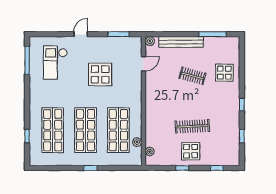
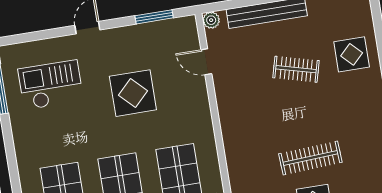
checkout: (55, 63) -> (51, 85), turned 90
door: (143, 64) -> (206, 62), swing flipped

